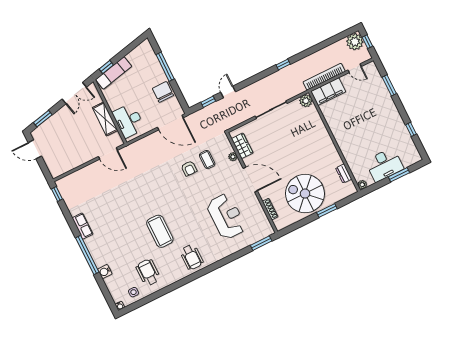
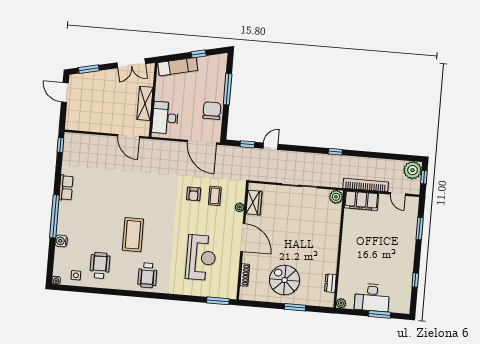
window: (106, 67) -> (199, 54), moved
spiral stairs: (305, 194) -> (285, 280), width x0.73, depth x0.73

